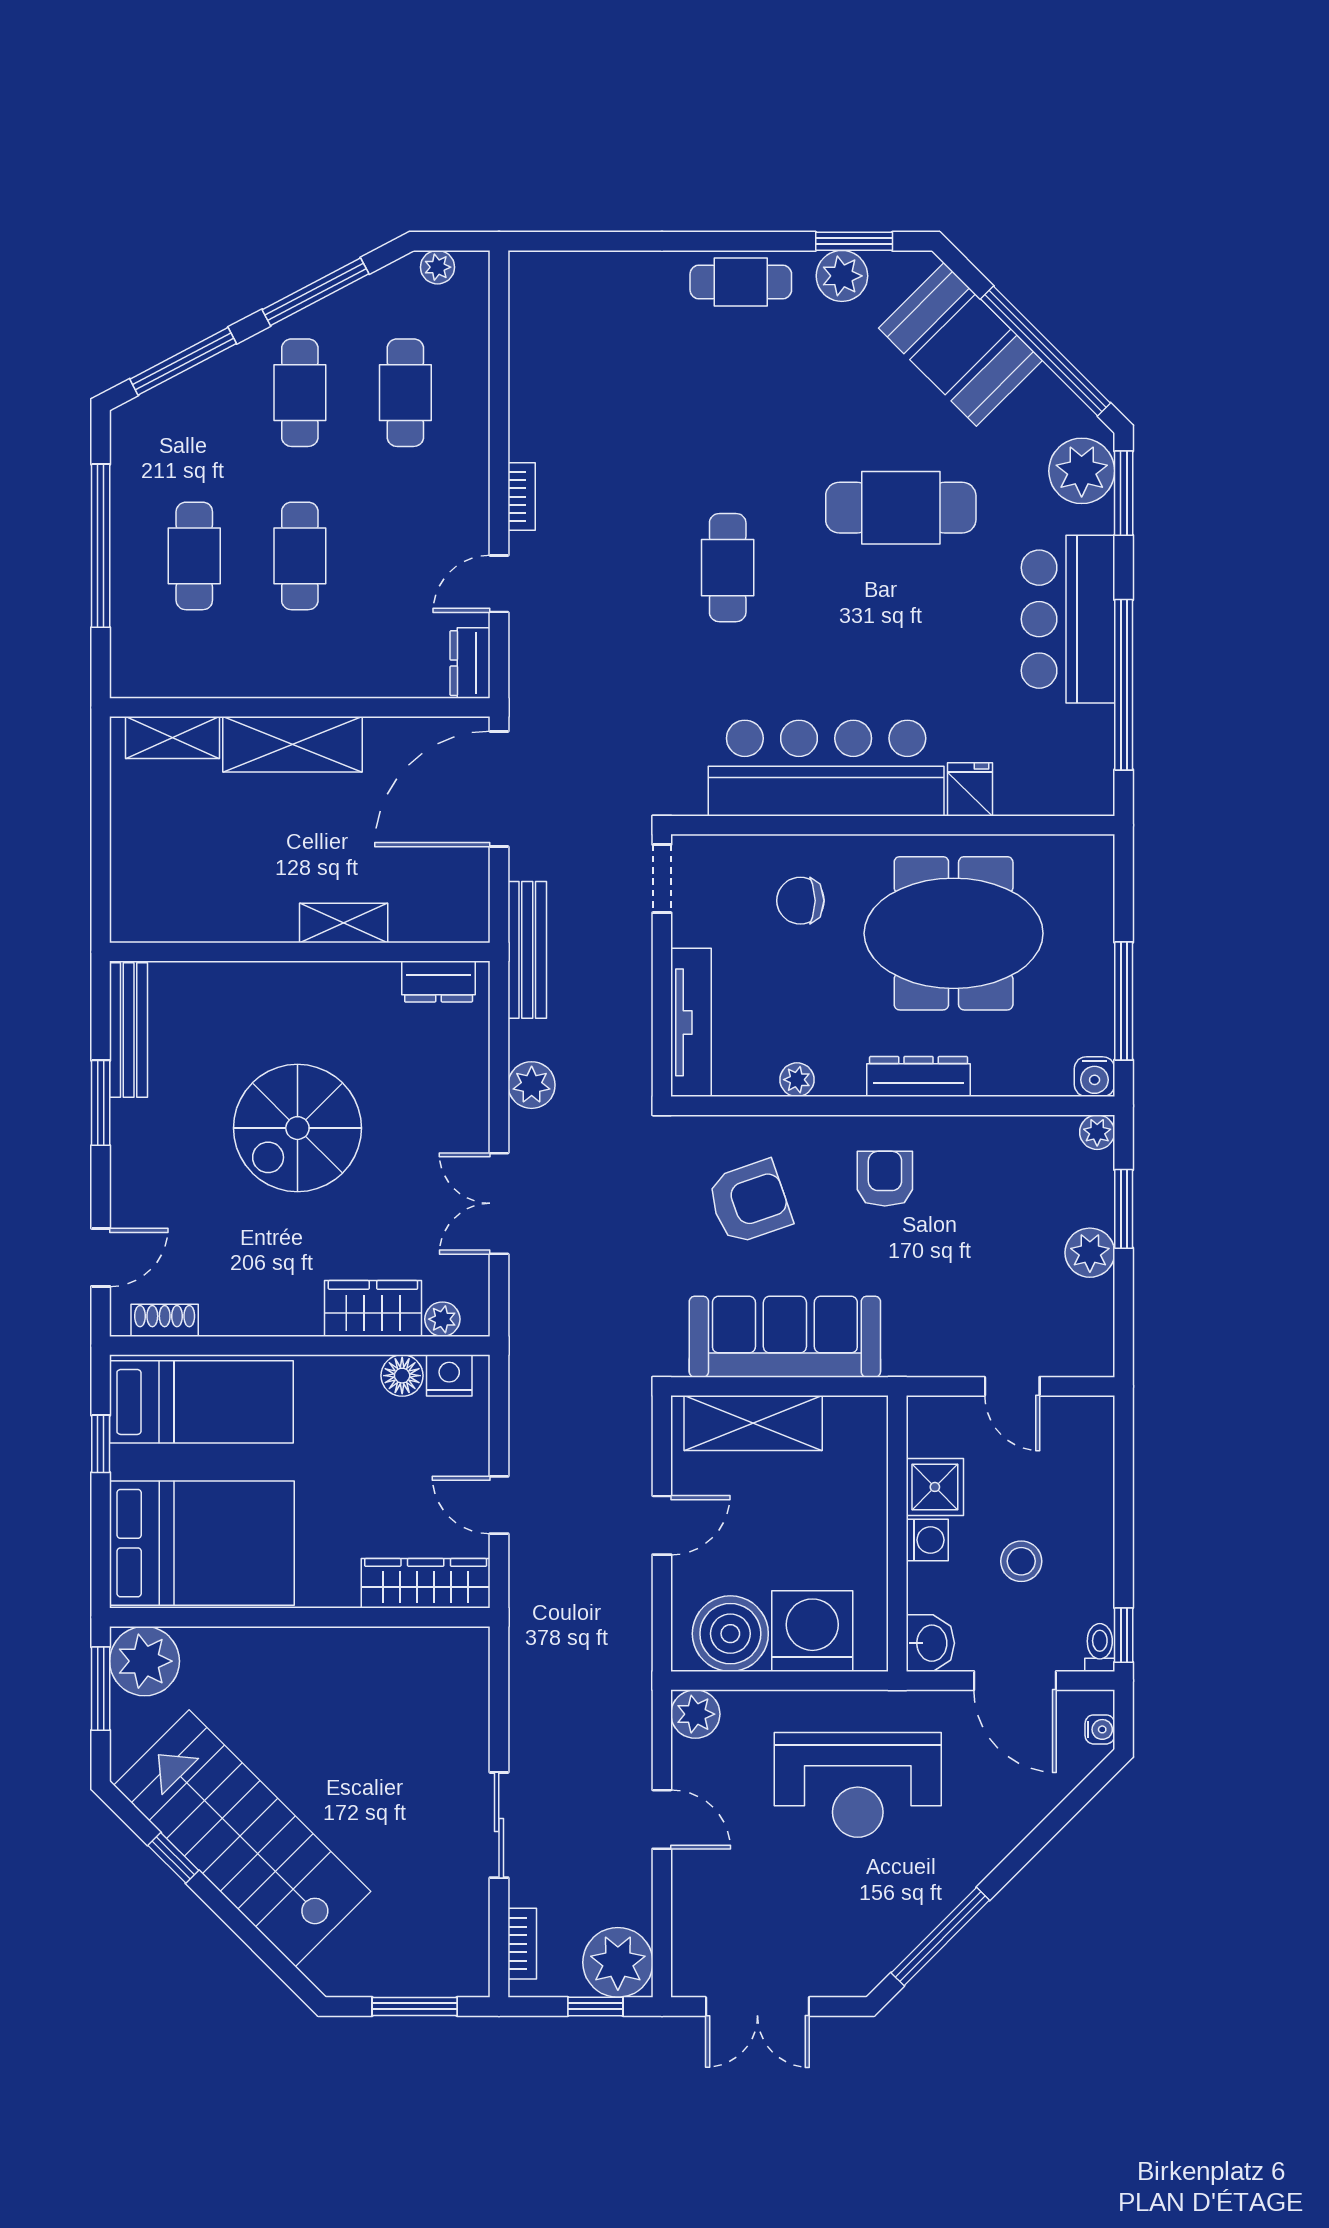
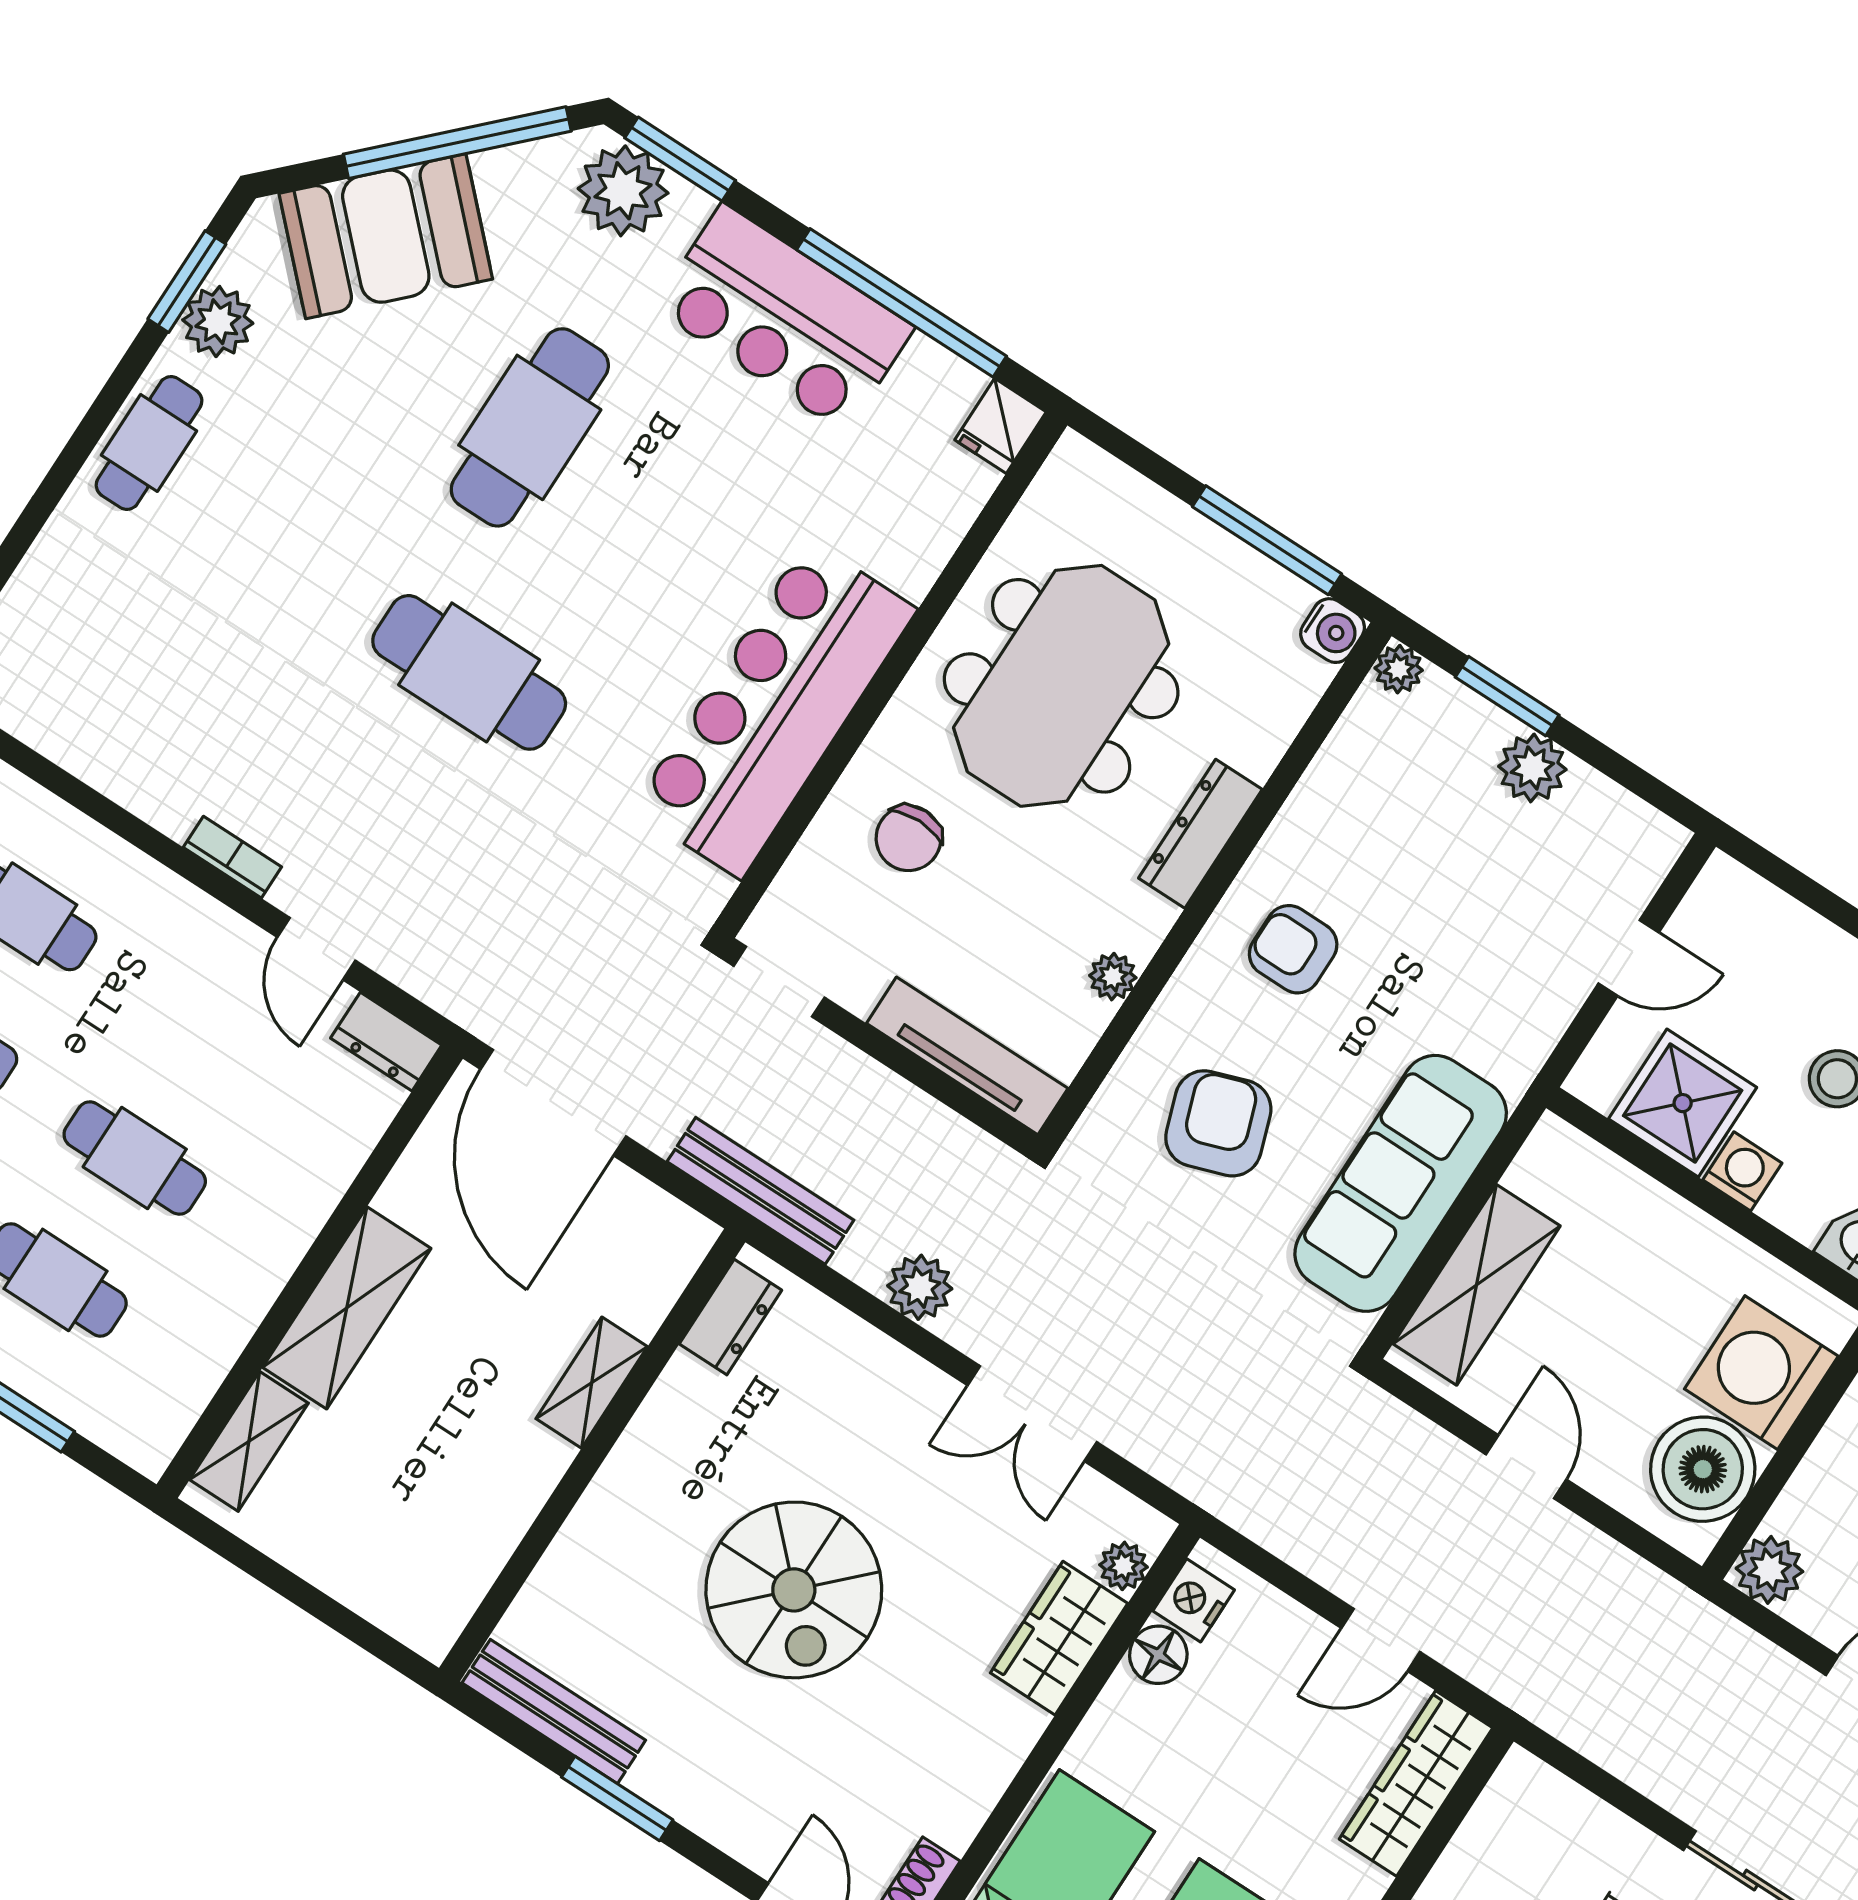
cafe table: (728, 568) -> (469, 672), width x1.37, depth x1.35
fridge: (970, 789) -> (1001, 426), moved, turned -90
shower: (935, 1487) -> (1683, 1103), width x1.36, depth x1.36

